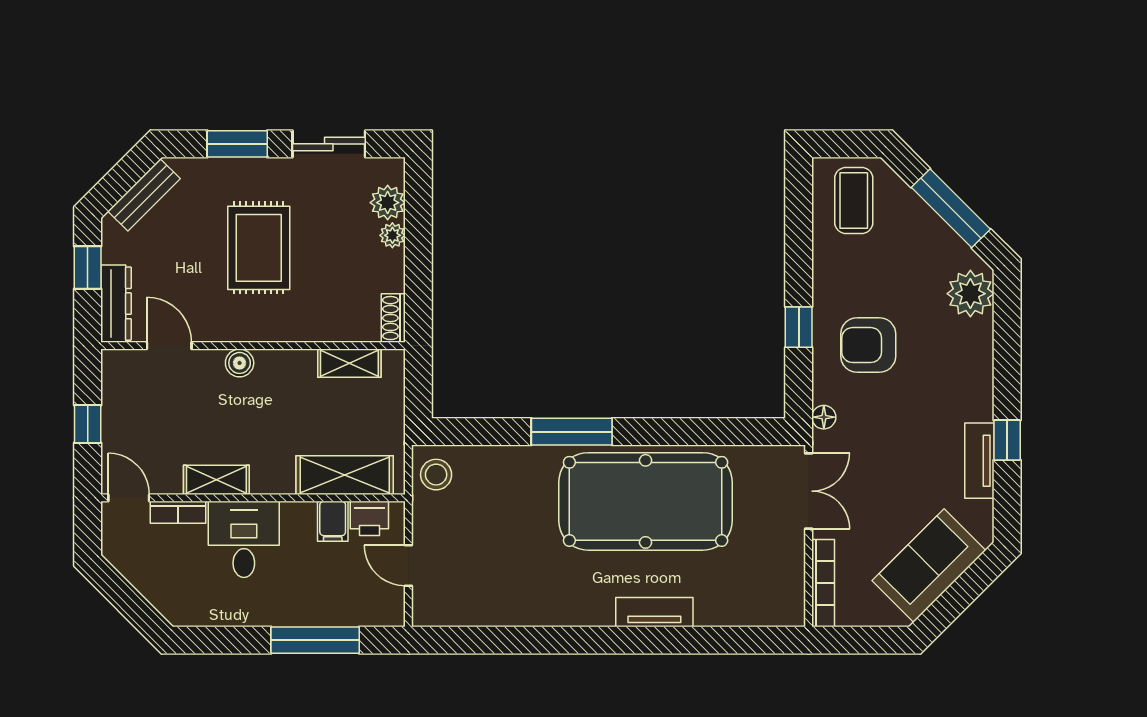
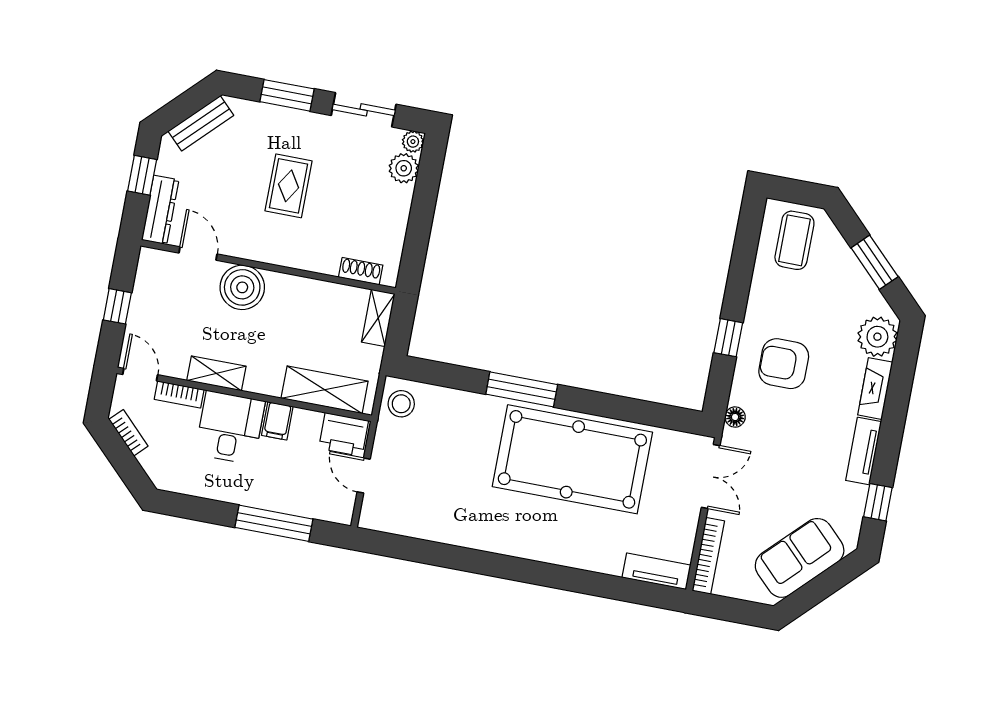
window: (951, 208) -> (875, 262), width x0.69
plant: (392, 235) -> (413, 142), moved
rug: (259, 248) -> (289, 186), width x0.73, depth x0.70
shoe rack: (393, 318) -> (361, 271), moved, turned 90
fireplace: (979, 354) -> (875, 389), added
boiler: (240, 363) -> (242, 287), width x1.86, depth x1.86
shelving: (349, 363) -> (378, 318), moved, turned 90
window: (1007, 440) -> (878, 502), moved
tv unit: (979, 461) -> (864, 451), moved
printer: (369, 518) -> (344, 435), width x1.36, depth x1.24
filing cabinet: (333, 521) -> (277, 421), moved
bookcase: (128, 567) -> (128, 433), added
tv unit: (654, 612) -> (656, 571), moved

